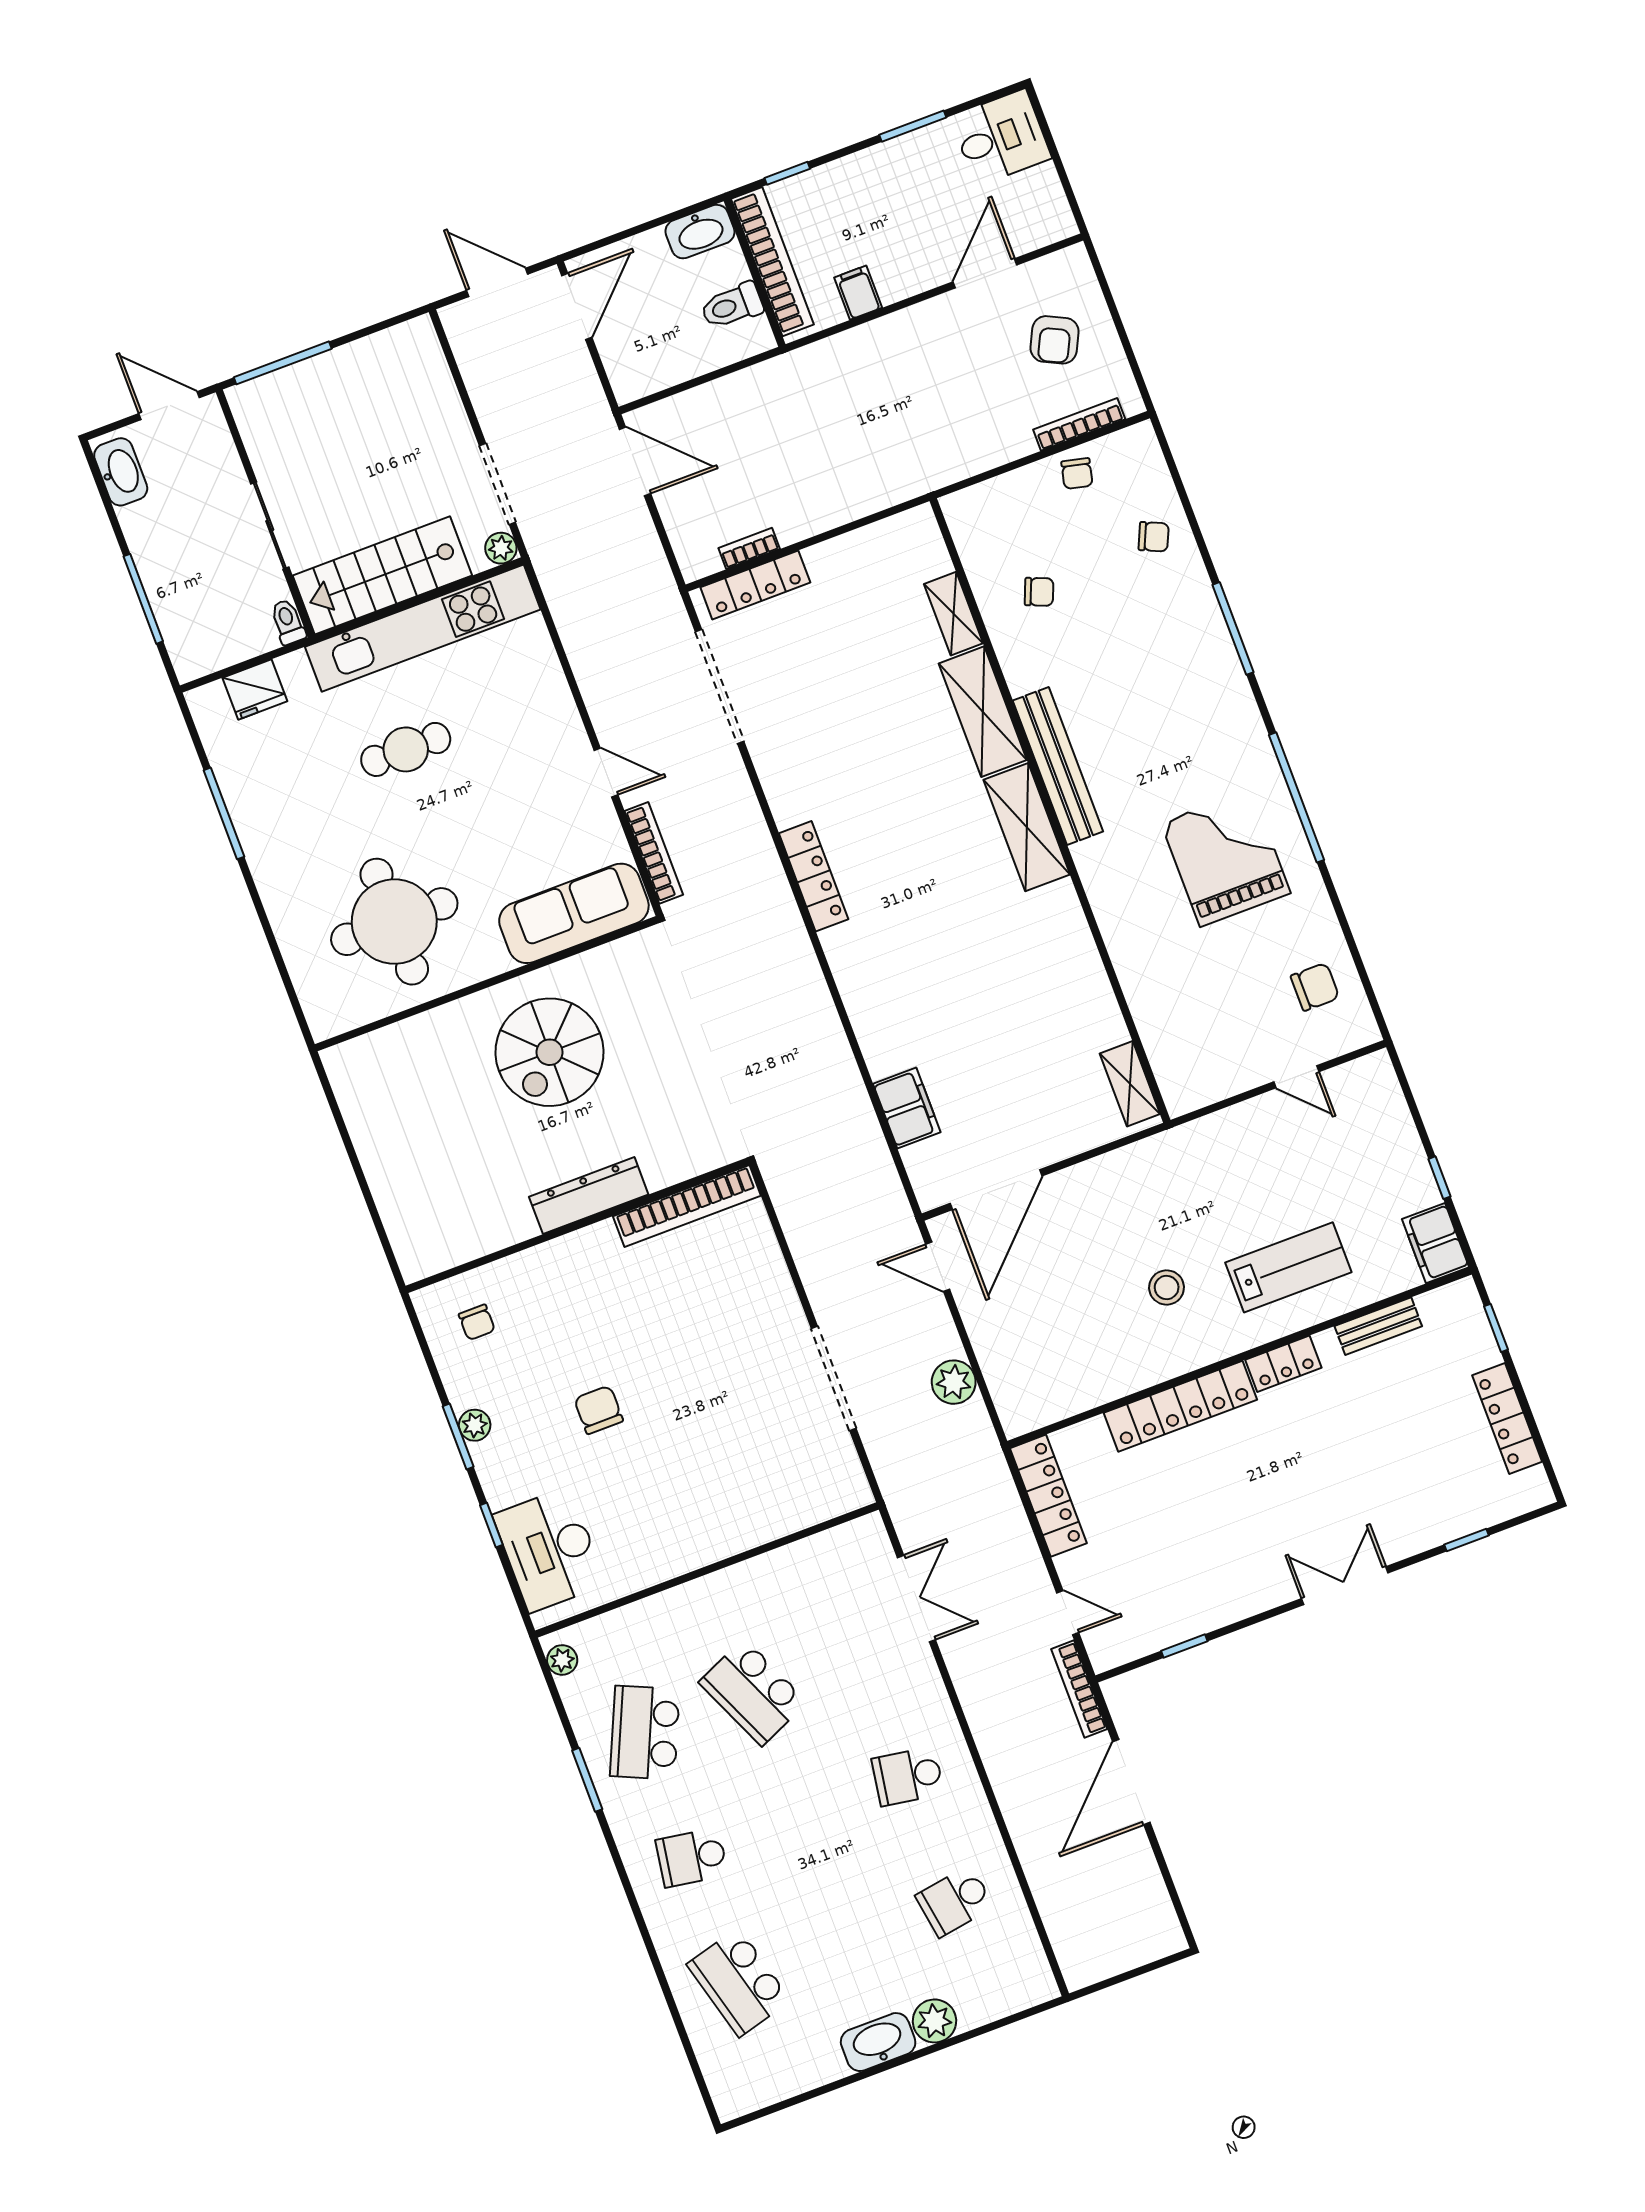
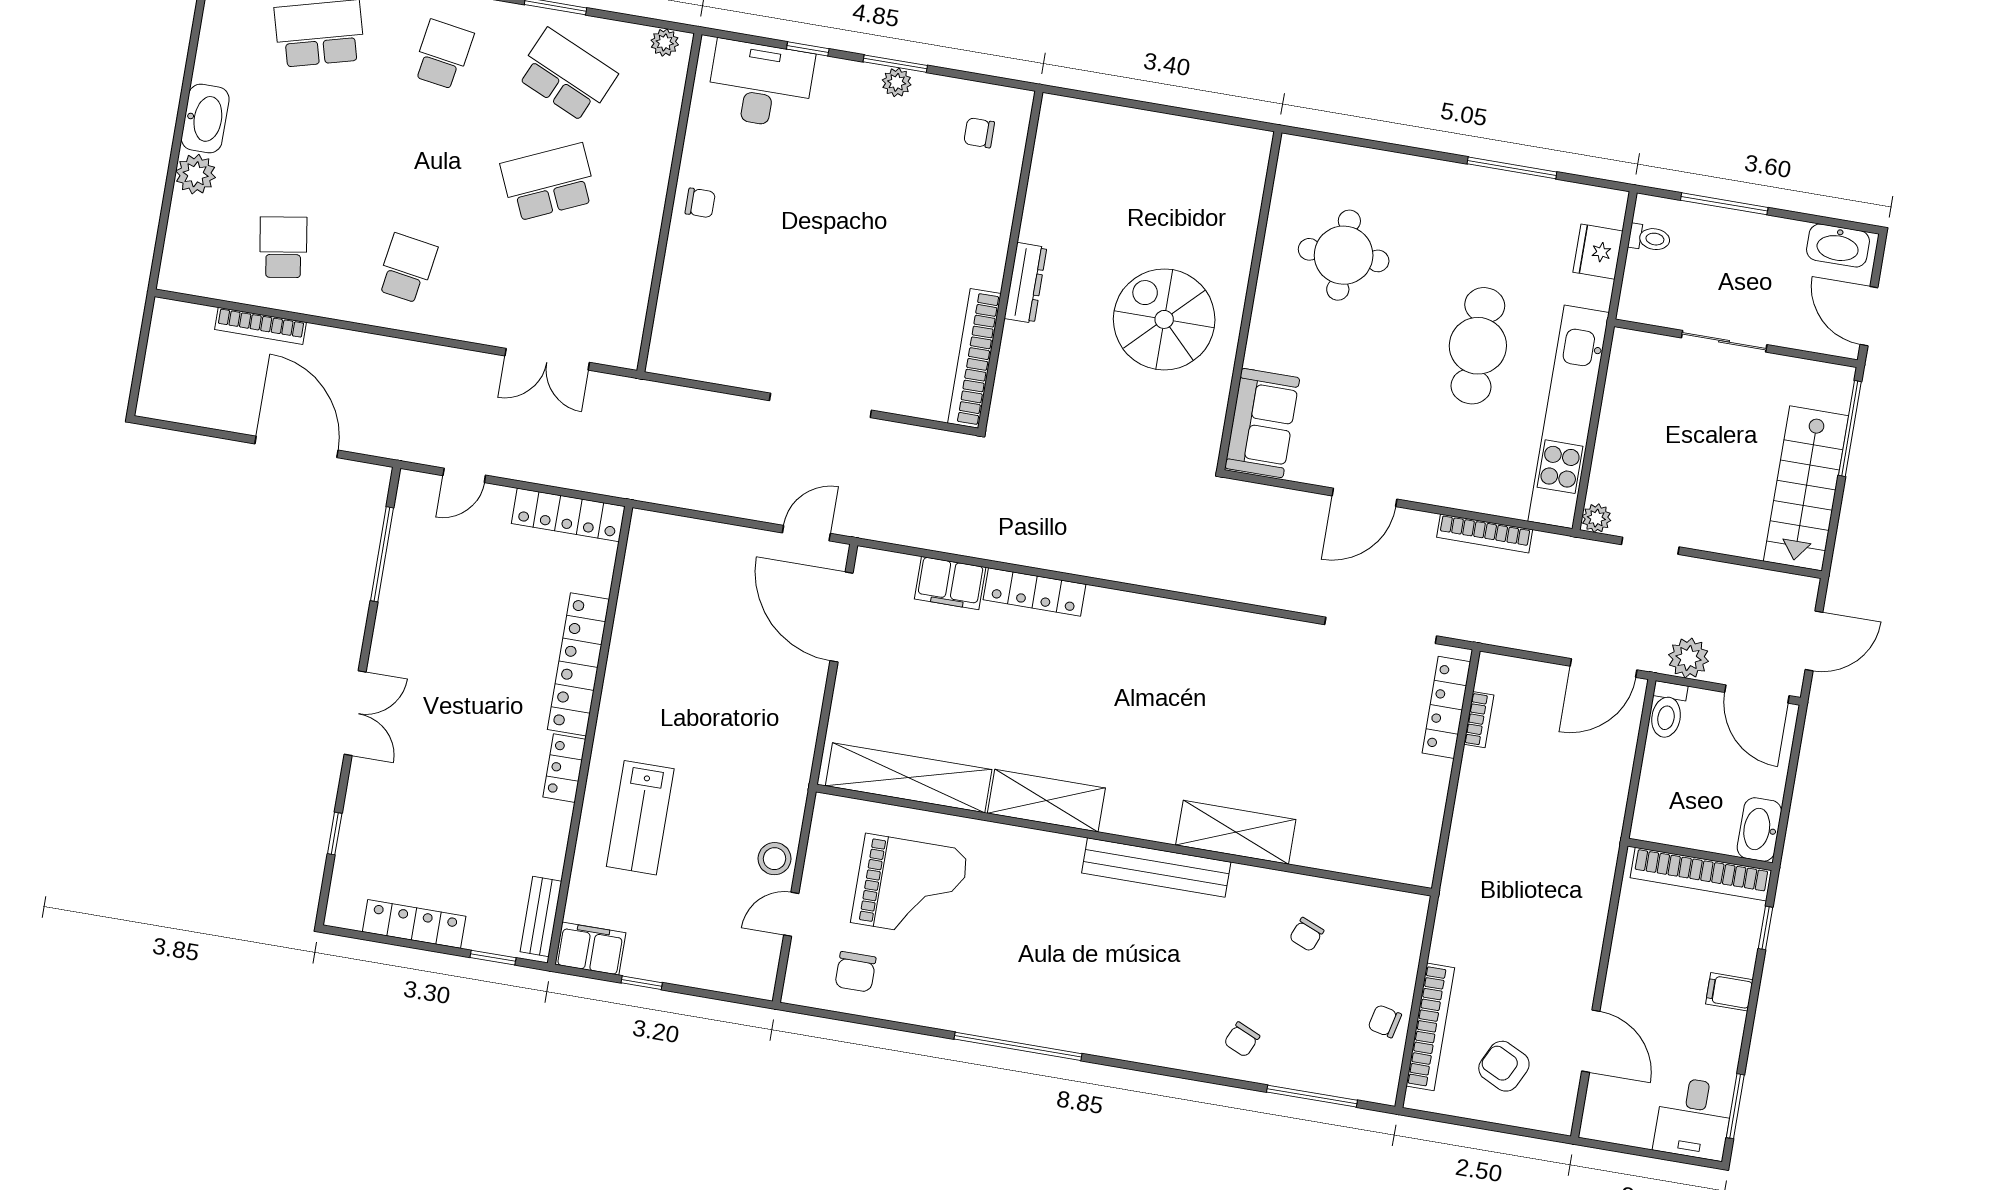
window: (913, 126) -> (1735, 1106), moved
filing cabinet: (858, 293) -> (1729, 992), moved, turned 180
toilet: (732, 306) -> (1667, 710), moved, turned 180
door: (169, 406) -> (1869, 316), swing flipped
bookcase: (1079, 424) -> (1430, 1027), width x1.48, depth x1.31
doorway: (497, 484) -> (1650, 546), width x0.73
chair: (1154, 537) -> (1242, 1039), moved
stairs: (382, 575) -> (1806, 488), moved, turned 180
shelving: (954, 614) -> (1329, 855), removed
toilet: (288, 622) -> (1649, 238), moved
window: (1233, 628) -> (1312, 1096), moved
cafe table: (406, 749) -> (1478, 346), width x1.37, depth x1.35
door: (606, 773) -> (1365, 497), width x1.38
shelving: (1027, 827) -> (1046, 801), moved
bookcase: (654, 853) -> (1485, 533), moved
grand piano: (1226, 858) -> (910, 886), moved
locker: (814, 876) -> (1035, 592), moved
sofa: (574, 913) -> (1262, 423), width x0.73
round table: (394, 922) -> (1344, 255), width x0.73, depth x0.73
shelving: (1130, 1084) -> (909, 778), width x2.20, depth x1.33
dresser: (589, 1196) -> (1026, 283), width x0.73, depth x0.80
stool: (1167, 1287) -> (774, 859), moved
bench: (1378, 1326) -> (541, 917), moved
doorway: (834, 1379) -> (820, 405), moved
plant: (954, 1382) -> (1689, 658), moved
chair: (599, 1410) -> (700, 203), moved, width x0.73, depth x0.73
window: (1184, 1646) -> (382, 554), width x2.17
bookcase: (1079, 1689) -> (261, 326), moved, turned 180

